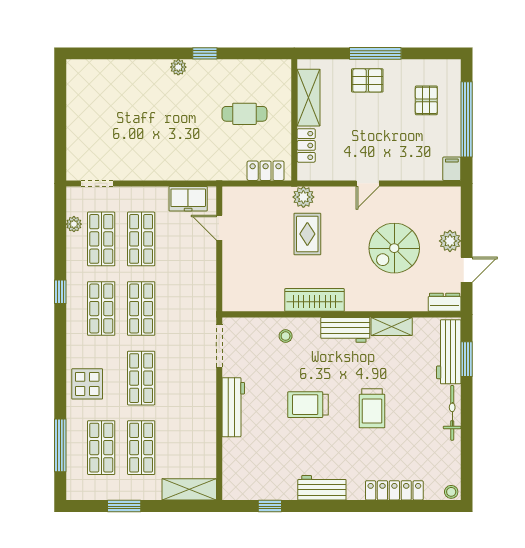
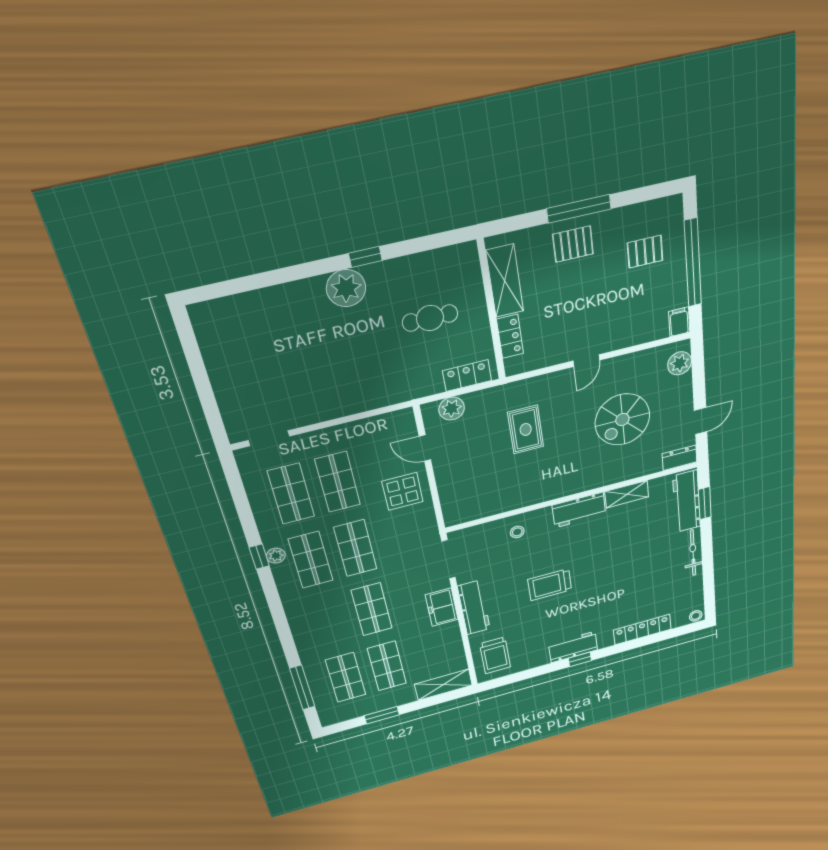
plant: (178, 67) -> (346, 288), width x1.88, depth x1.88
pallet: (426, 100) -> (645, 252), turned 90
plant: (303, 197) -> (452, 409), moved
freezer: (188, 199) -> (442, 607), moved, turned 90
plant: (74, 224) -> (276, 556), moved
plant: (450, 241) -> (680, 363), moved
wardrobe: (315, 300) -> (543, 491), removed
display table: (87, 384) -> (403, 491), moved
trolley: (372, 408) -> (495, 655), moved
window: (270, 506) -> (580, 659), moved

